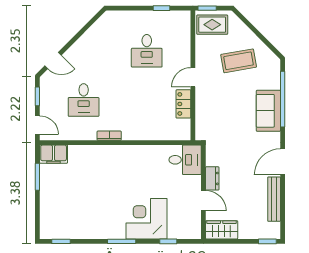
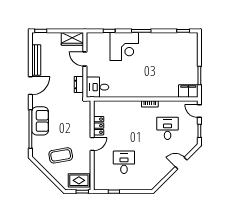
door: (53, 61) -> (181, 163), moved
dresser: (212, 178) -> (79, 85), moved

